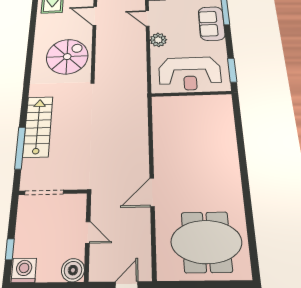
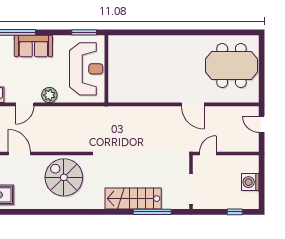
door: (95, 16) -> (19, 154), swing flipped
door: (88, 232) -> (208, 154), moved
meeting table: (206, 242) -> (231, 66), turned 90
washing machine: (24, 270) -> (250, 182), moved
boiler: (73, 270) -> (251, 163), removed

